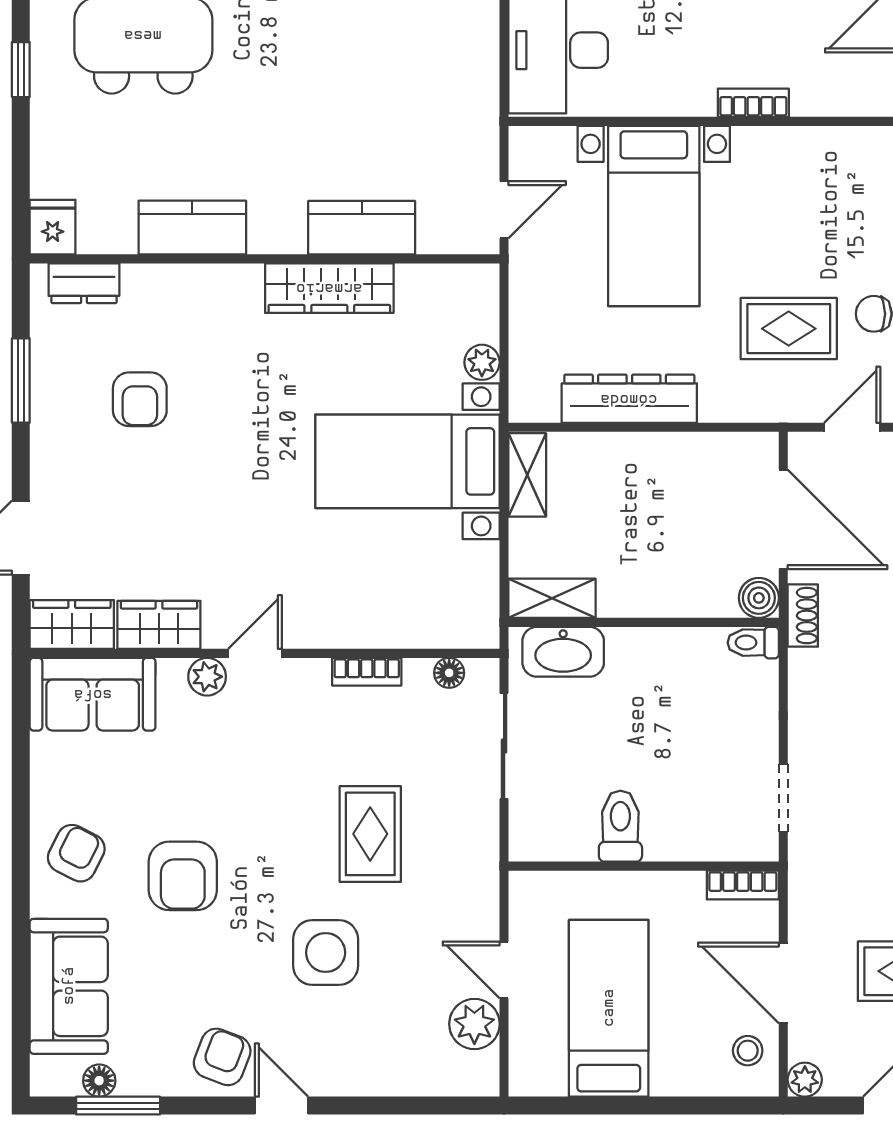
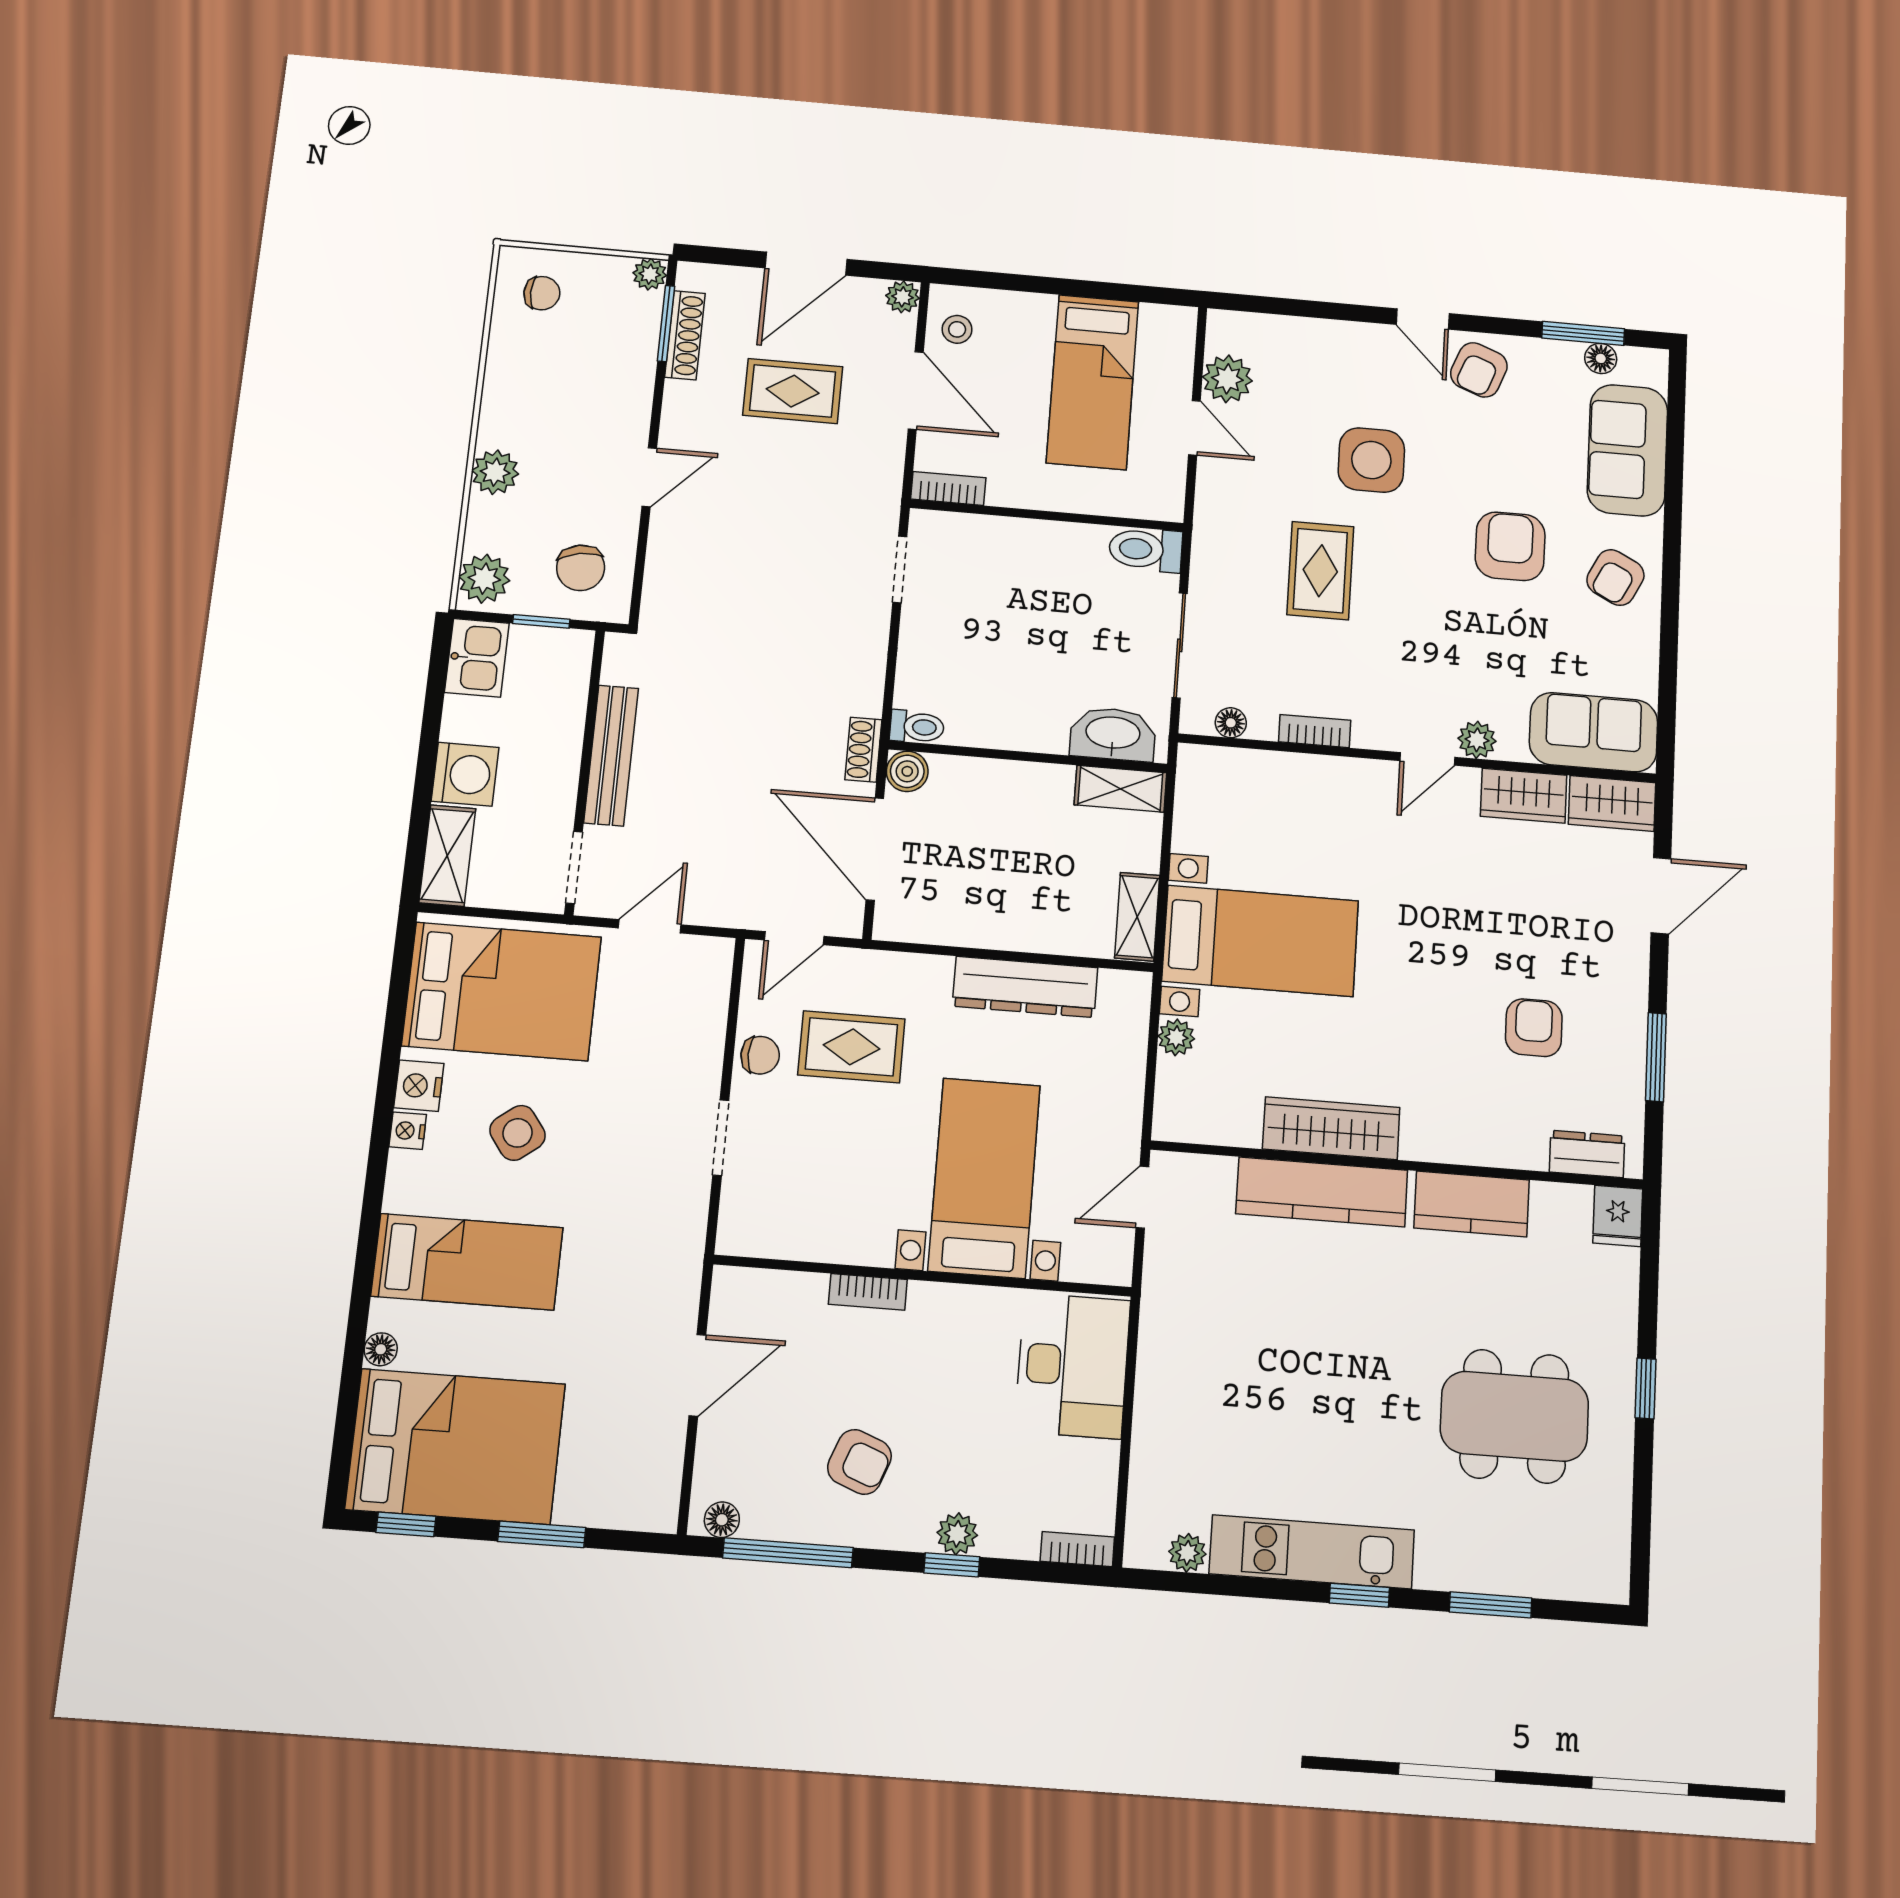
kitchen counter: (362, 228) -> (1322, 1192), width x1.50
toilet: (620, 826) -> (1146, 550), moved, turned 90

